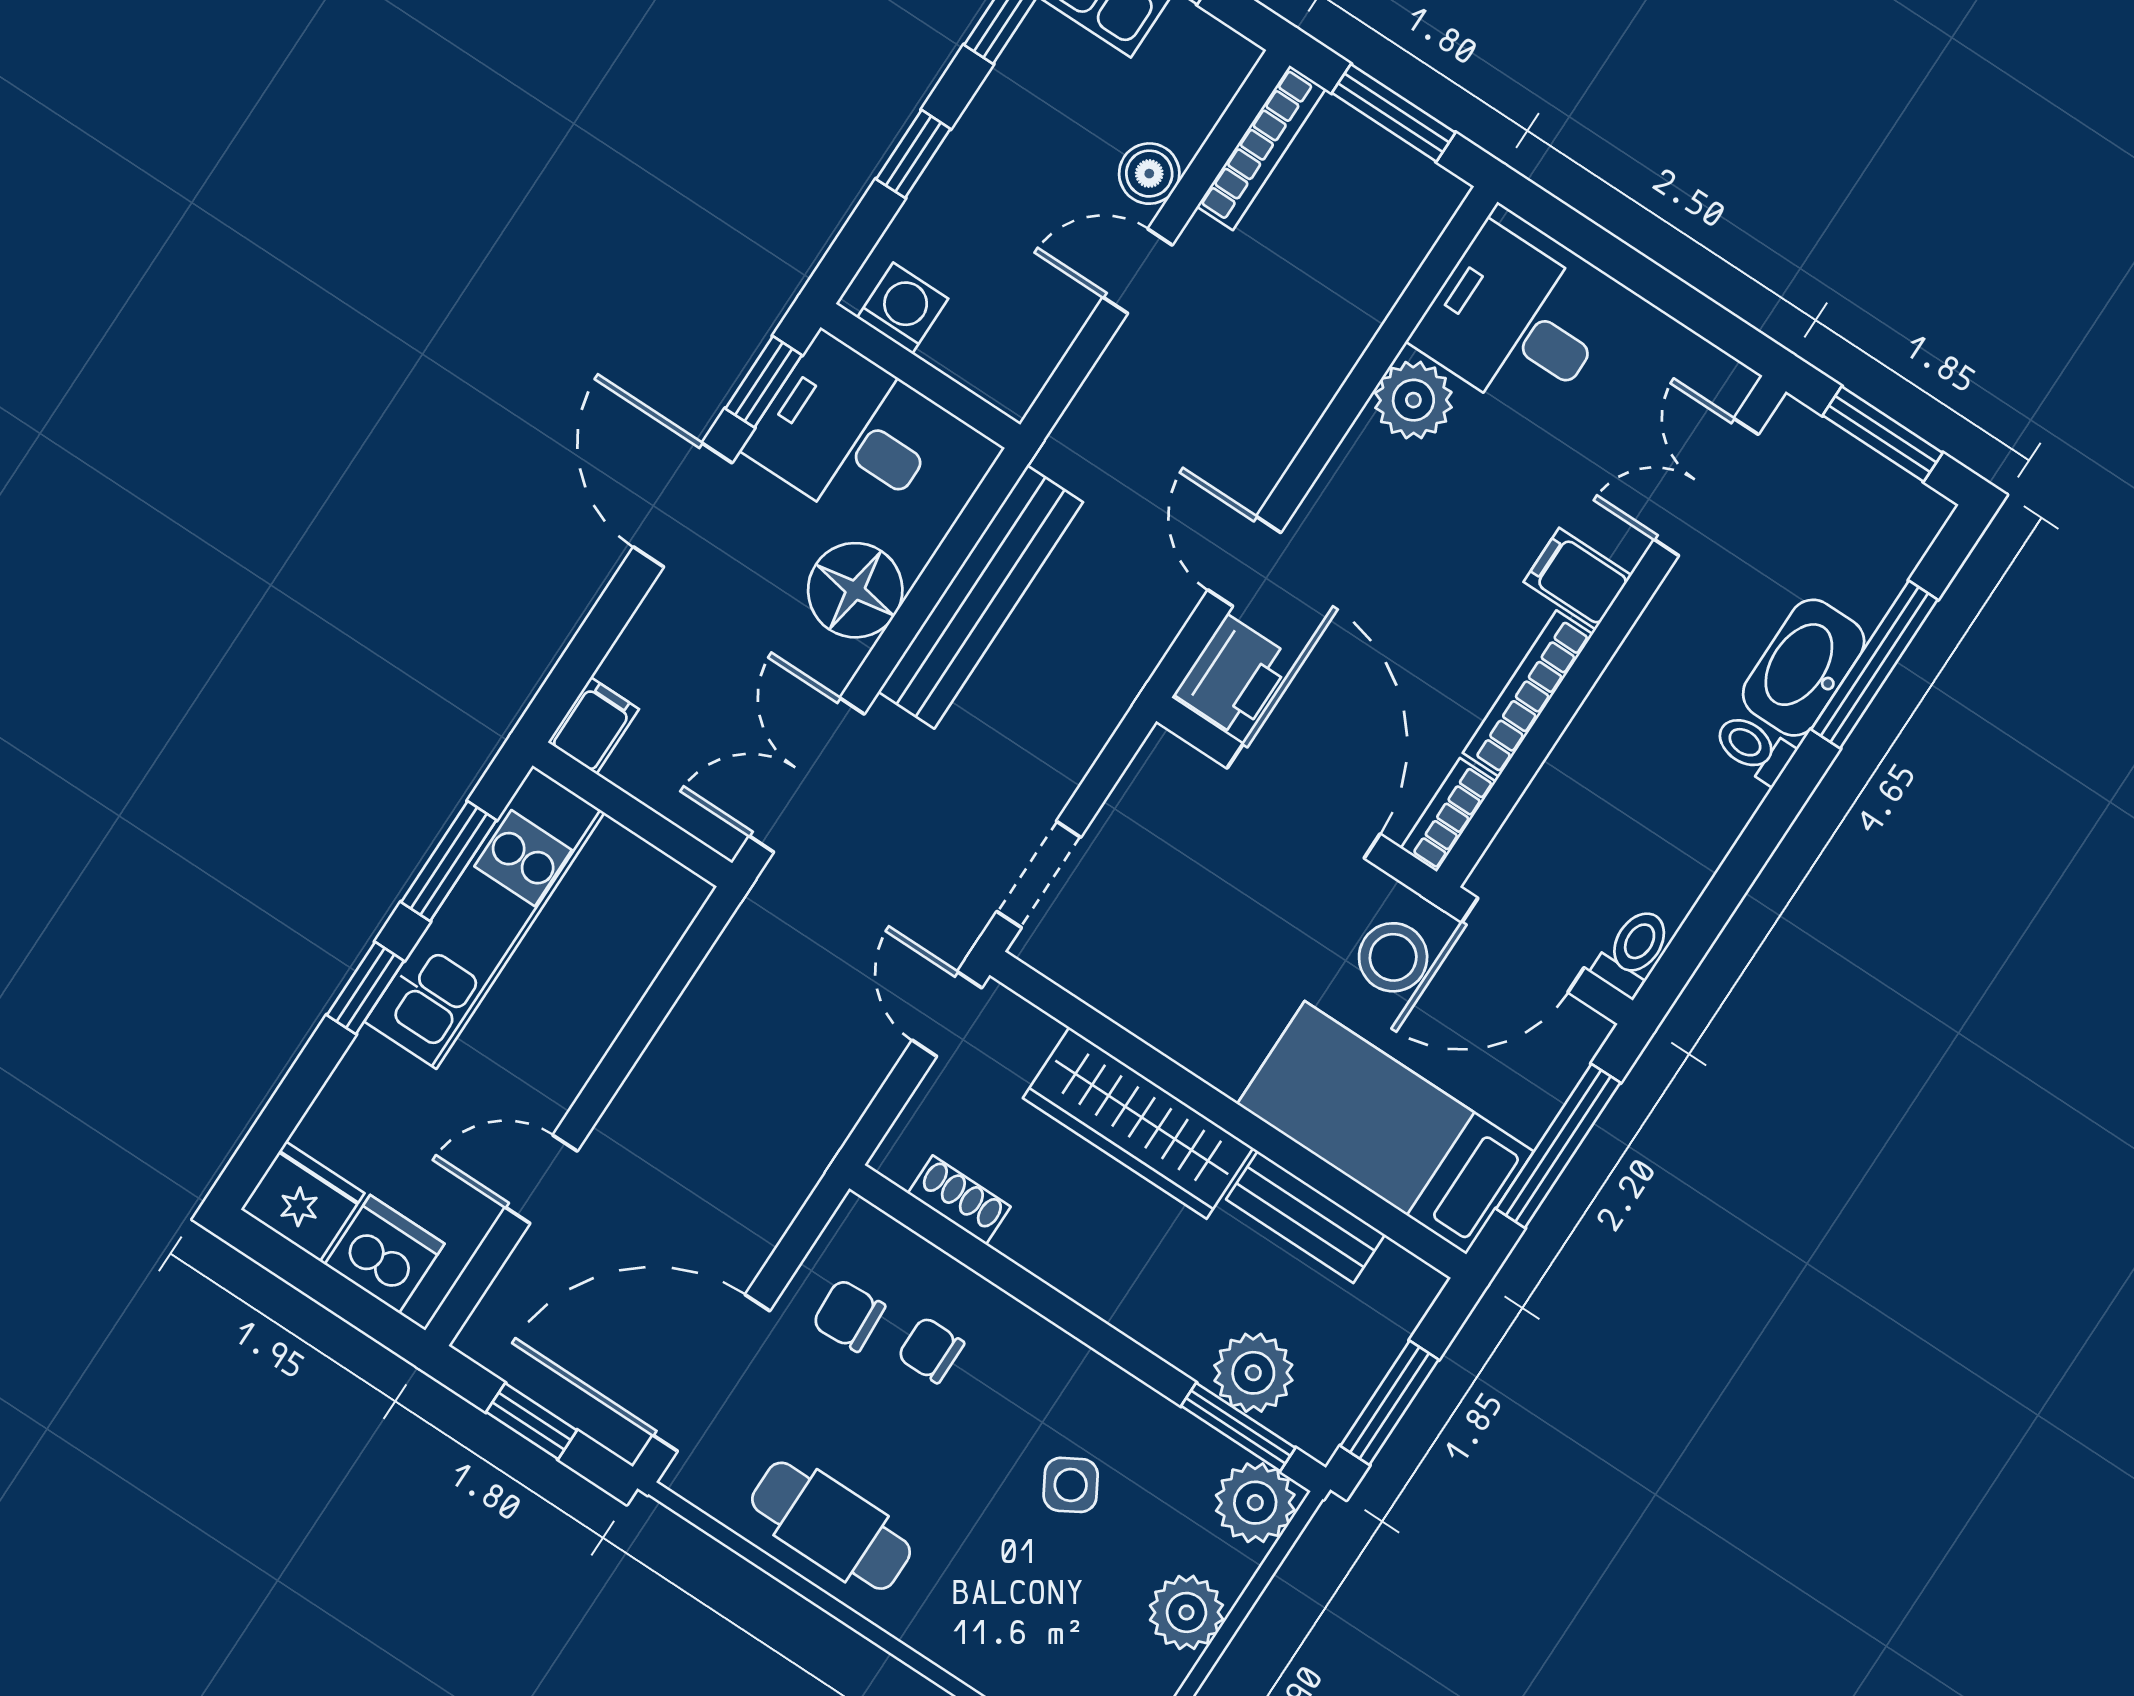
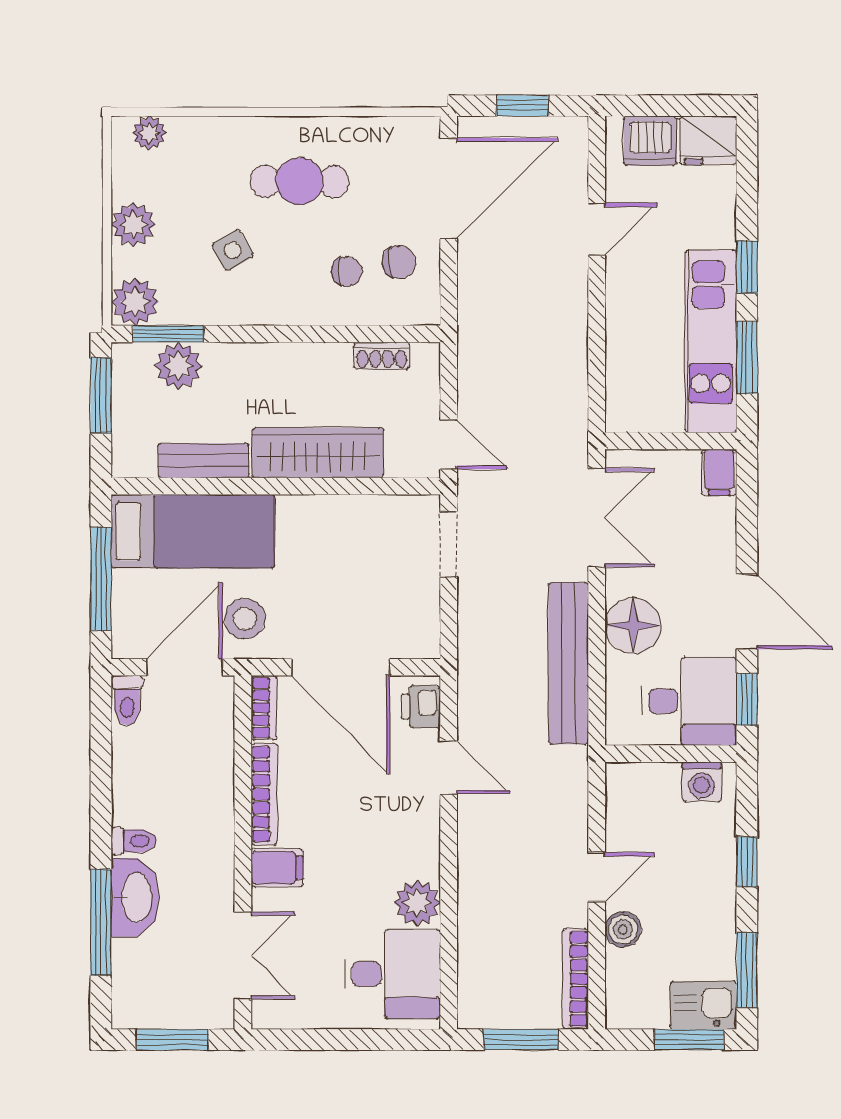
printer: (1234, 676) -> (421, 707), width x0.73, depth x0.81
cafe table: (831, 1526) -> (300, 181), moved

